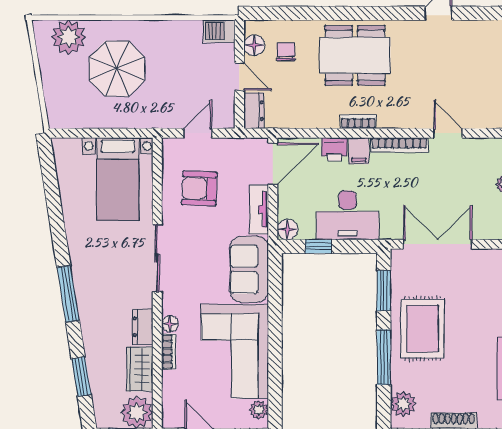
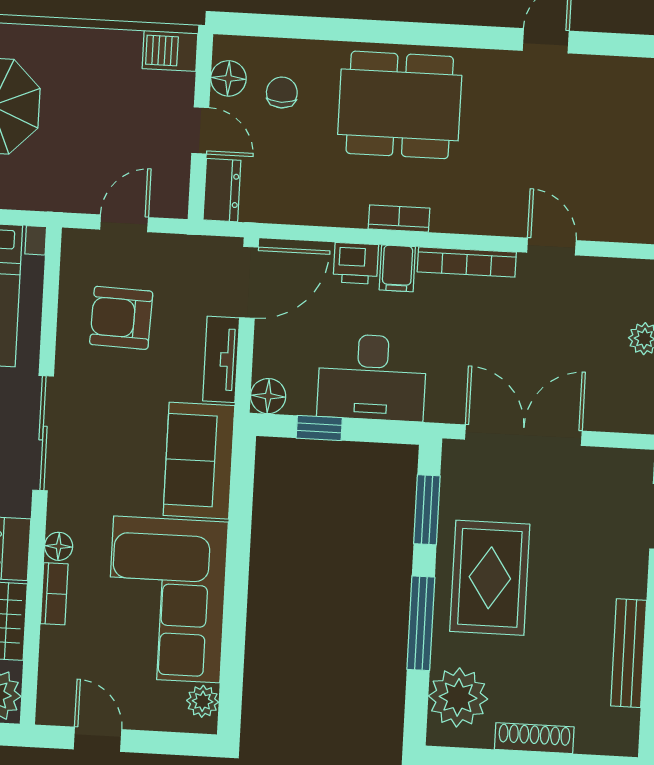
plant: (403, 404) -> (458, 697), width x1.36, depth x1.36

